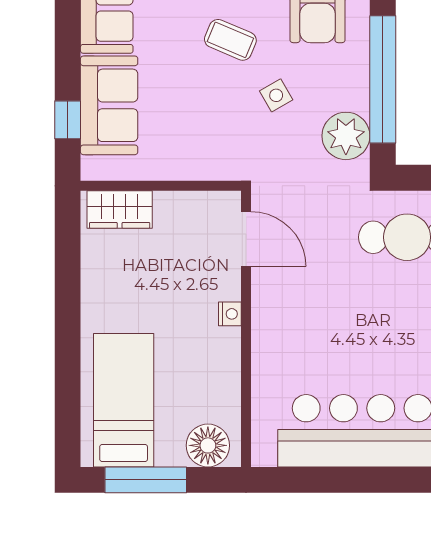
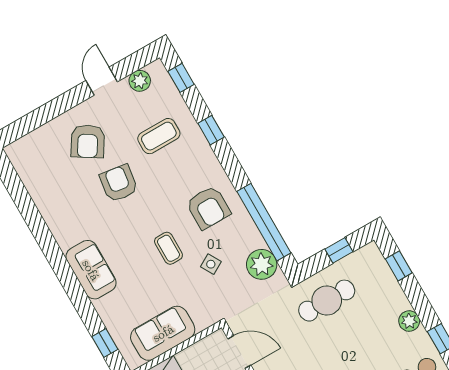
coffee table: (230, 40) -> (168, 248), turned 67
sofa: (109, 105) -> (163, 333), moved, turned -90

